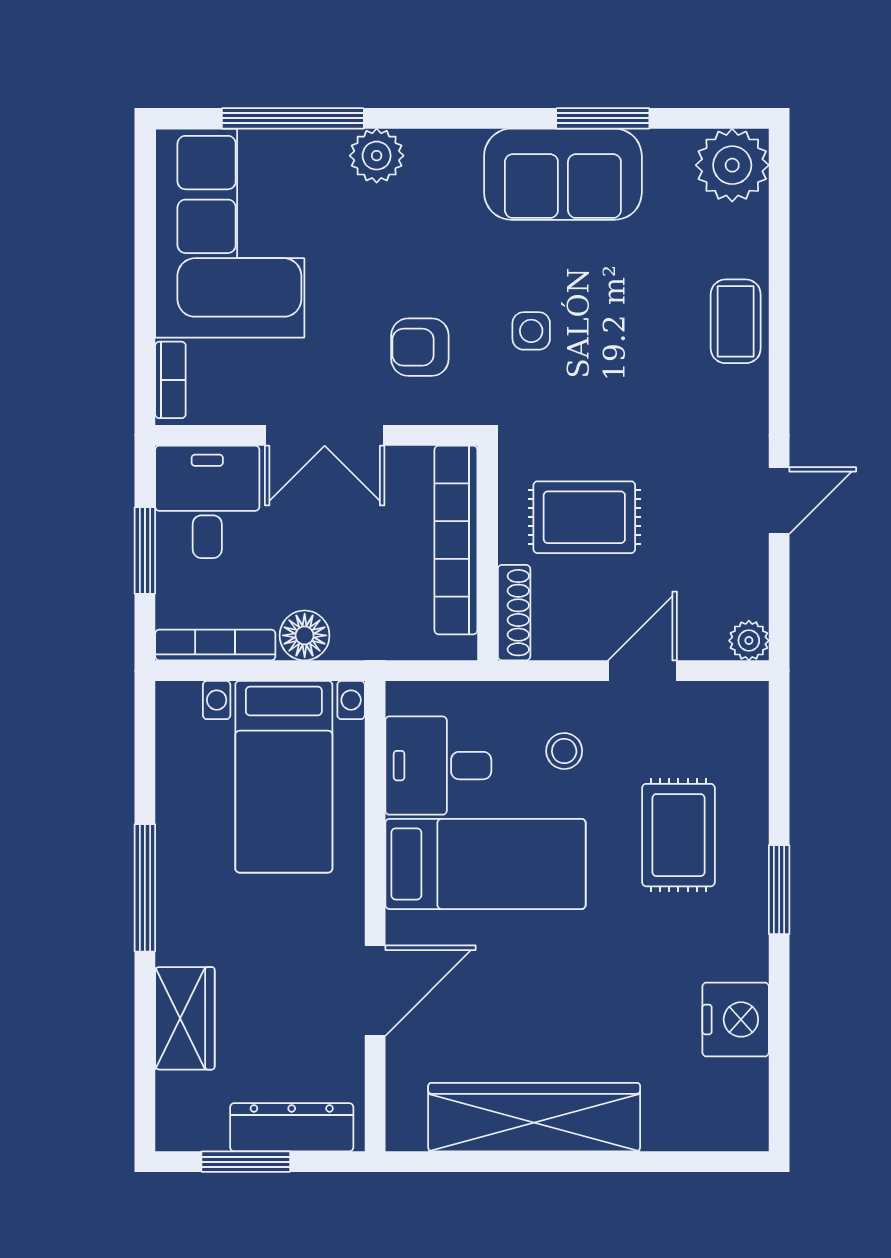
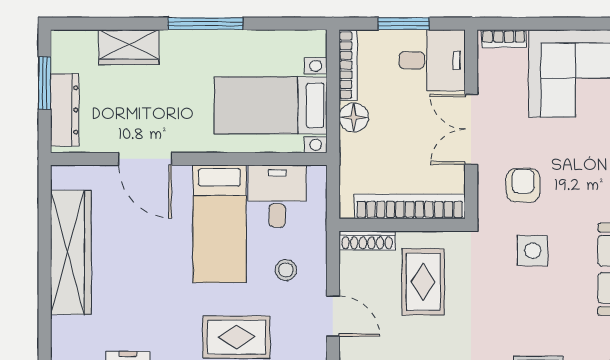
side table: (531, 331) -> (533, 251), width x1.37, depth x1.37

